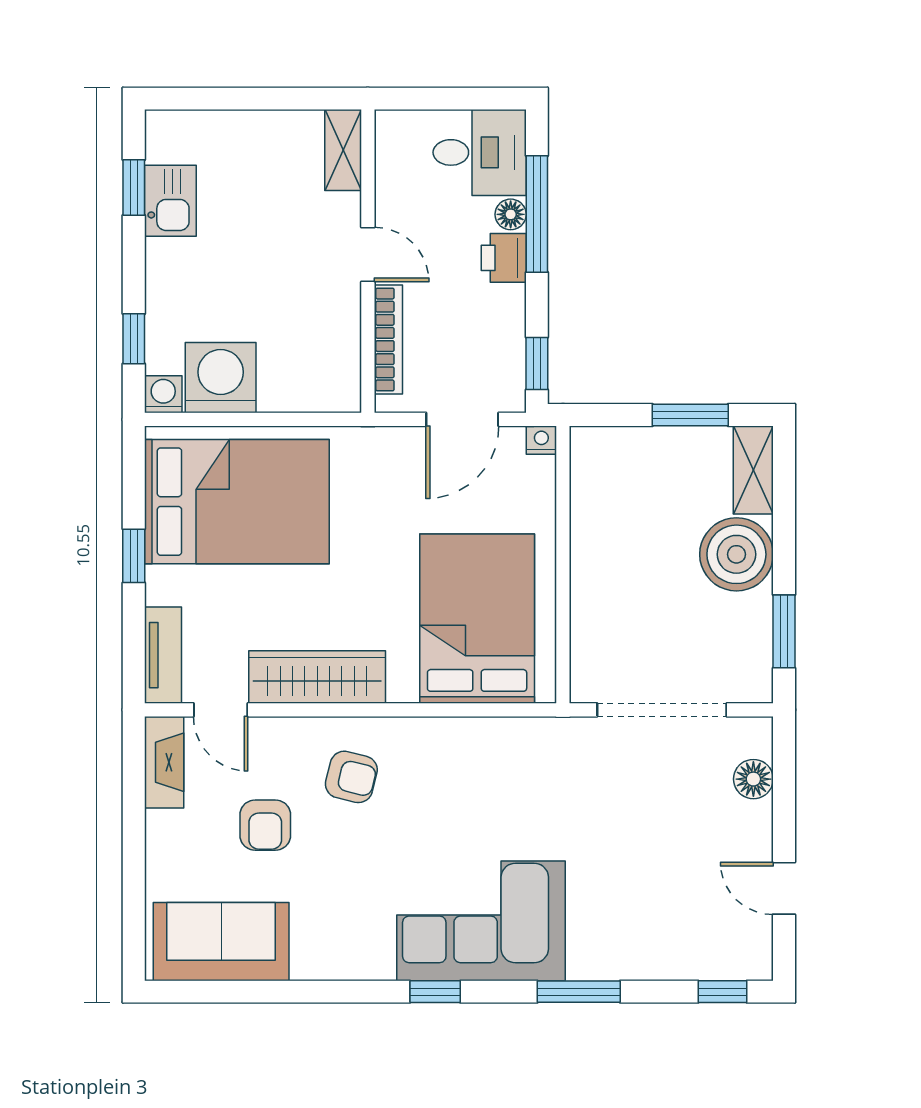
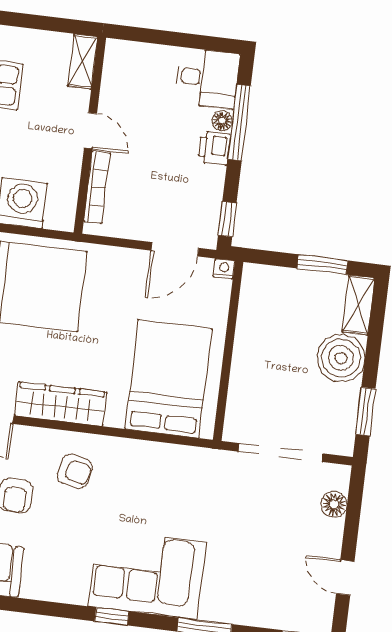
shelving: (343, 150) -> (83, 61), moved
door: (368, 255) -> (90, 131), moved
wall: (368, 261) -> (90, 135), moved
bookcase: (388, 339) -> (97, 187), moved

